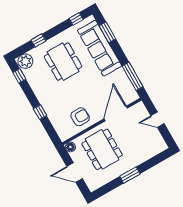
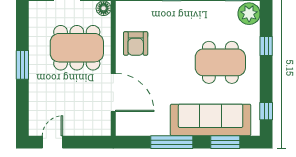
window: (133, 76) -> (172, 142), moved
door: (157, 120) -> (52, 142), moved

